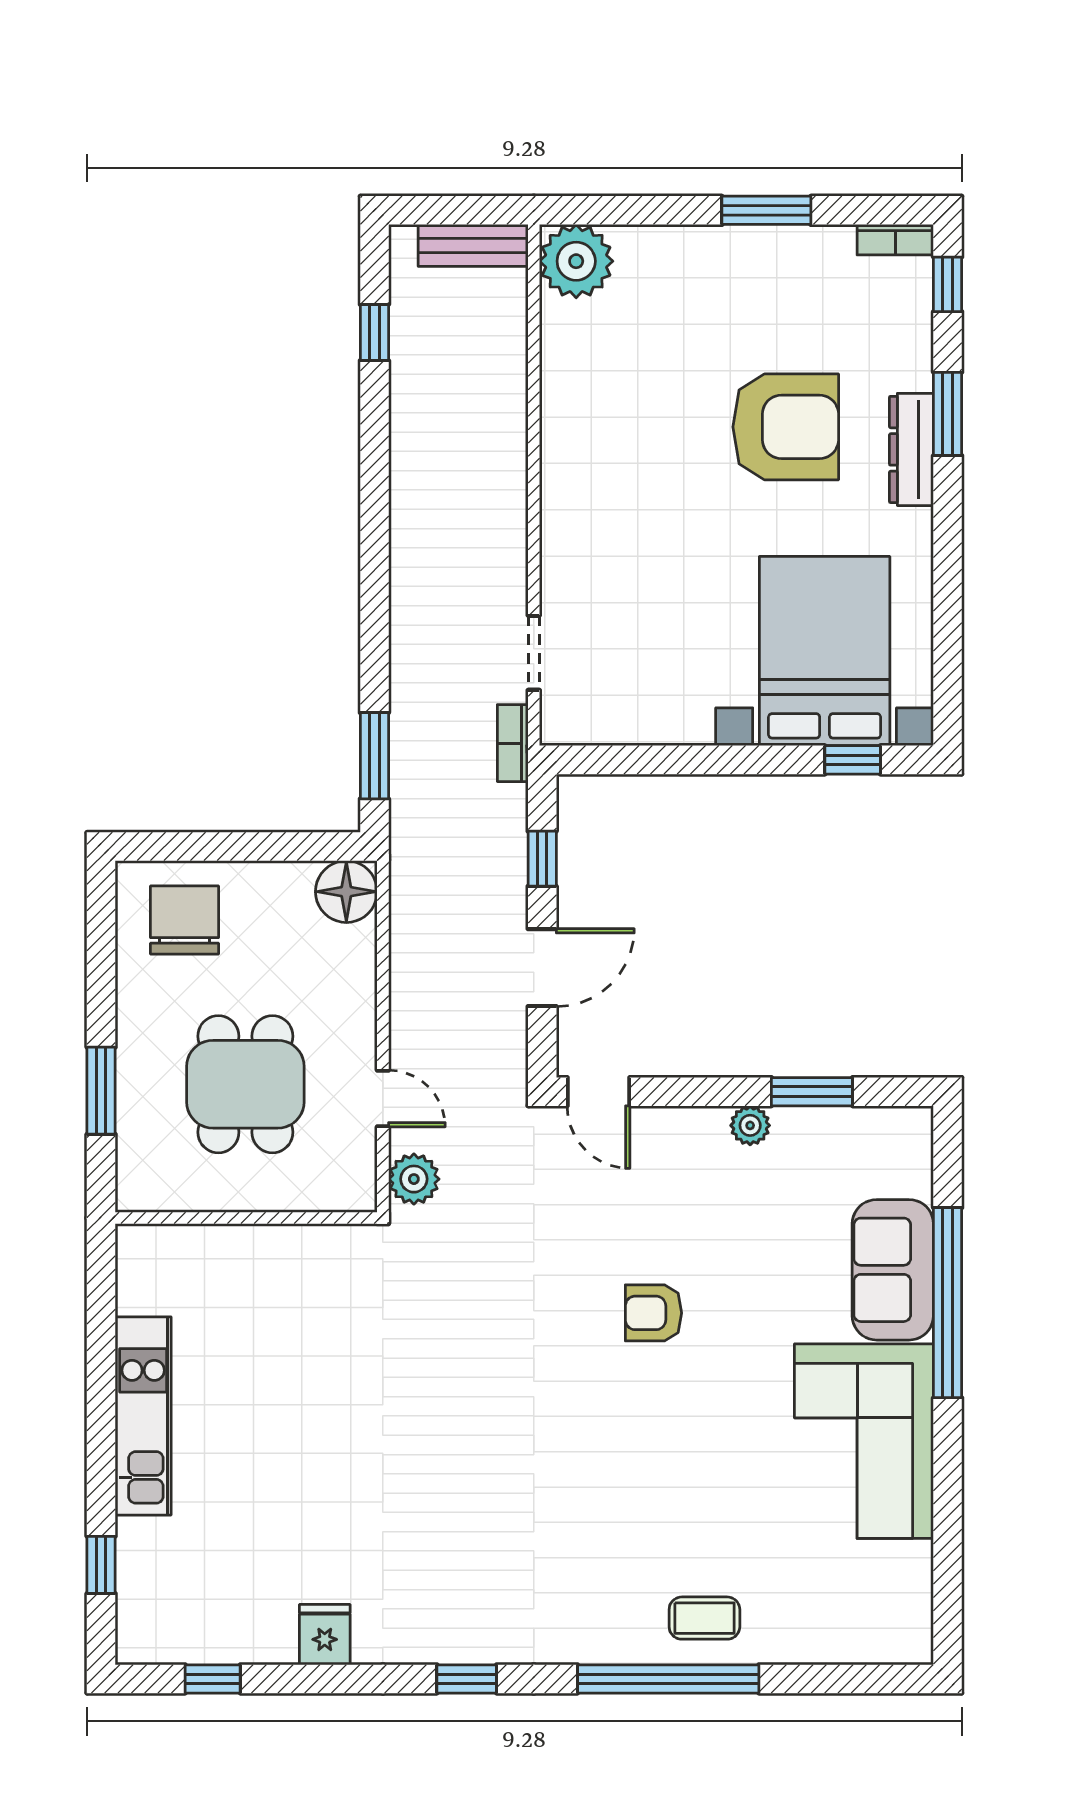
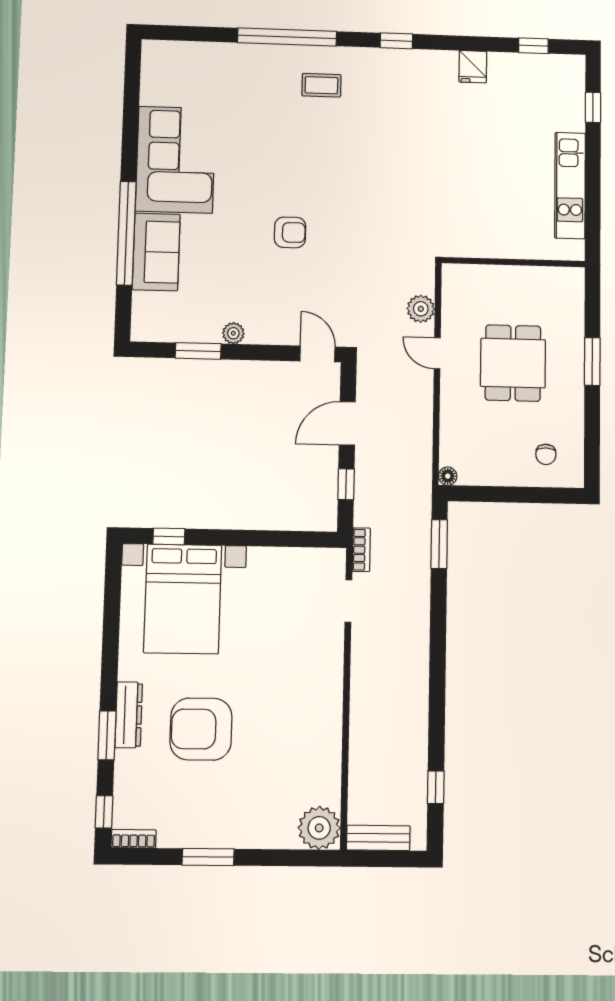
floor lamp: (346, 892) -> (448, 476), width x0.53, depth x0.53
chair: (185, 920) -> (546, 454), width x0.54, depth x0.54
wall: (246, 1218) -> (513, 262), moved
coffee table: (704, 1618) -> (321, 85), moved

